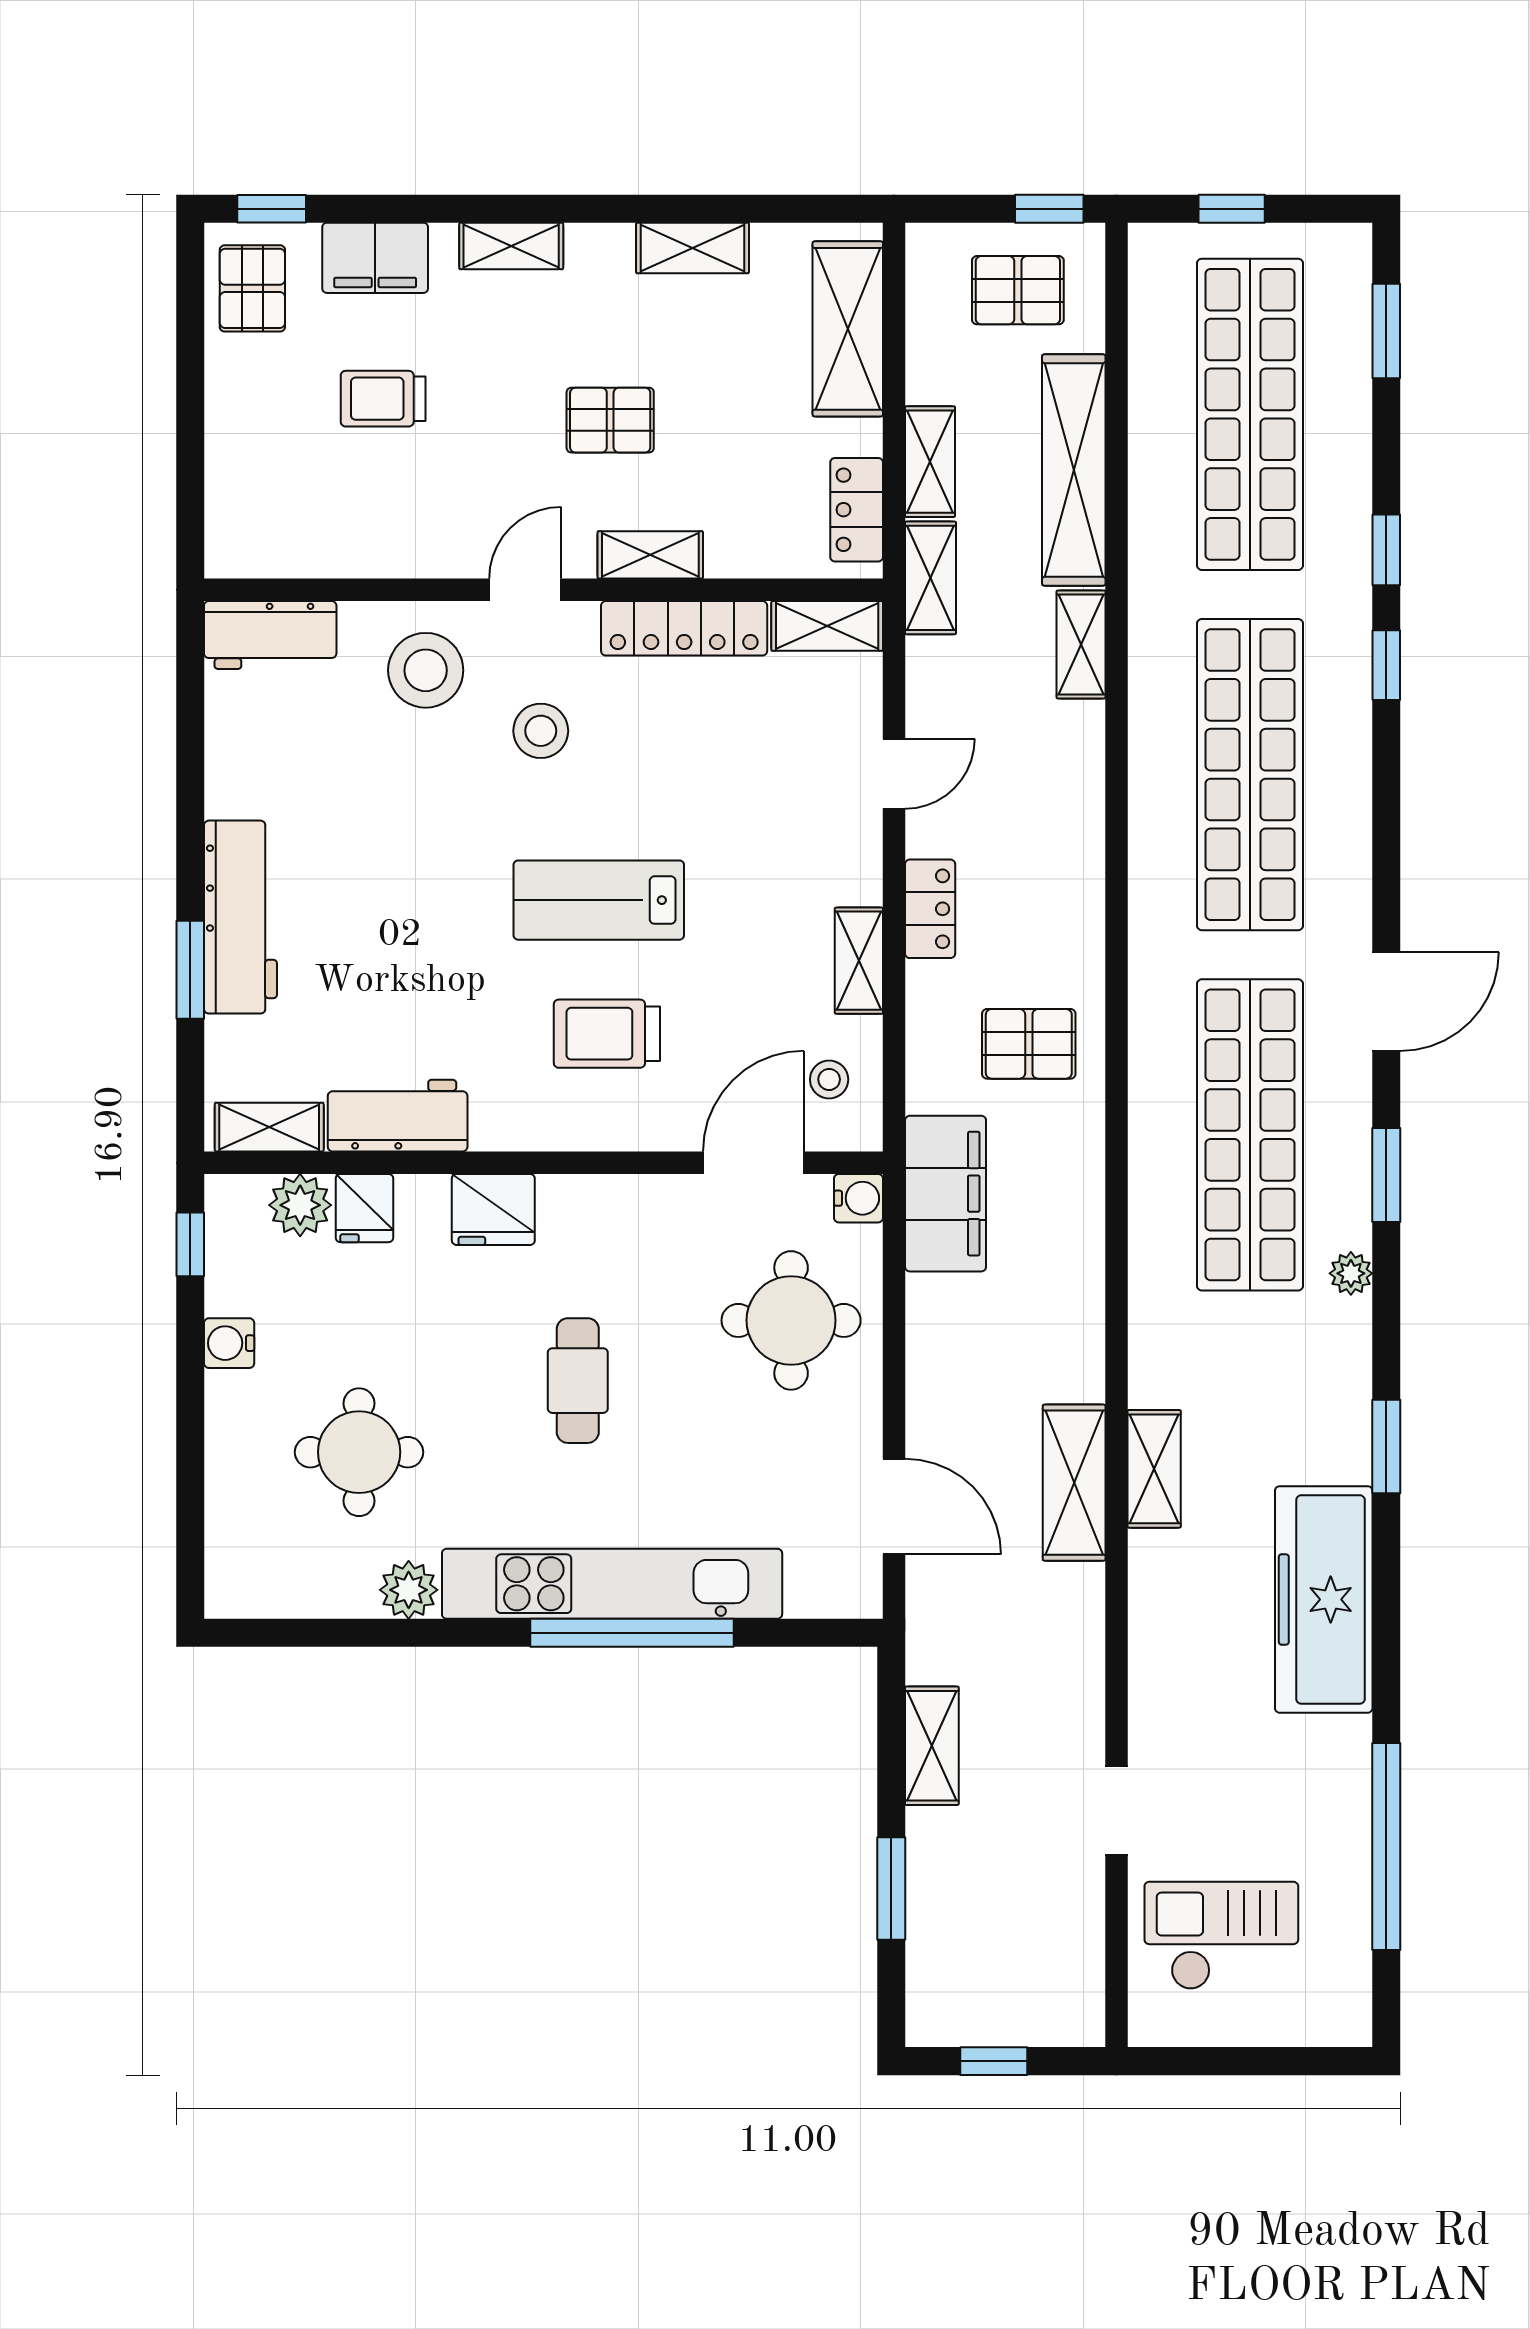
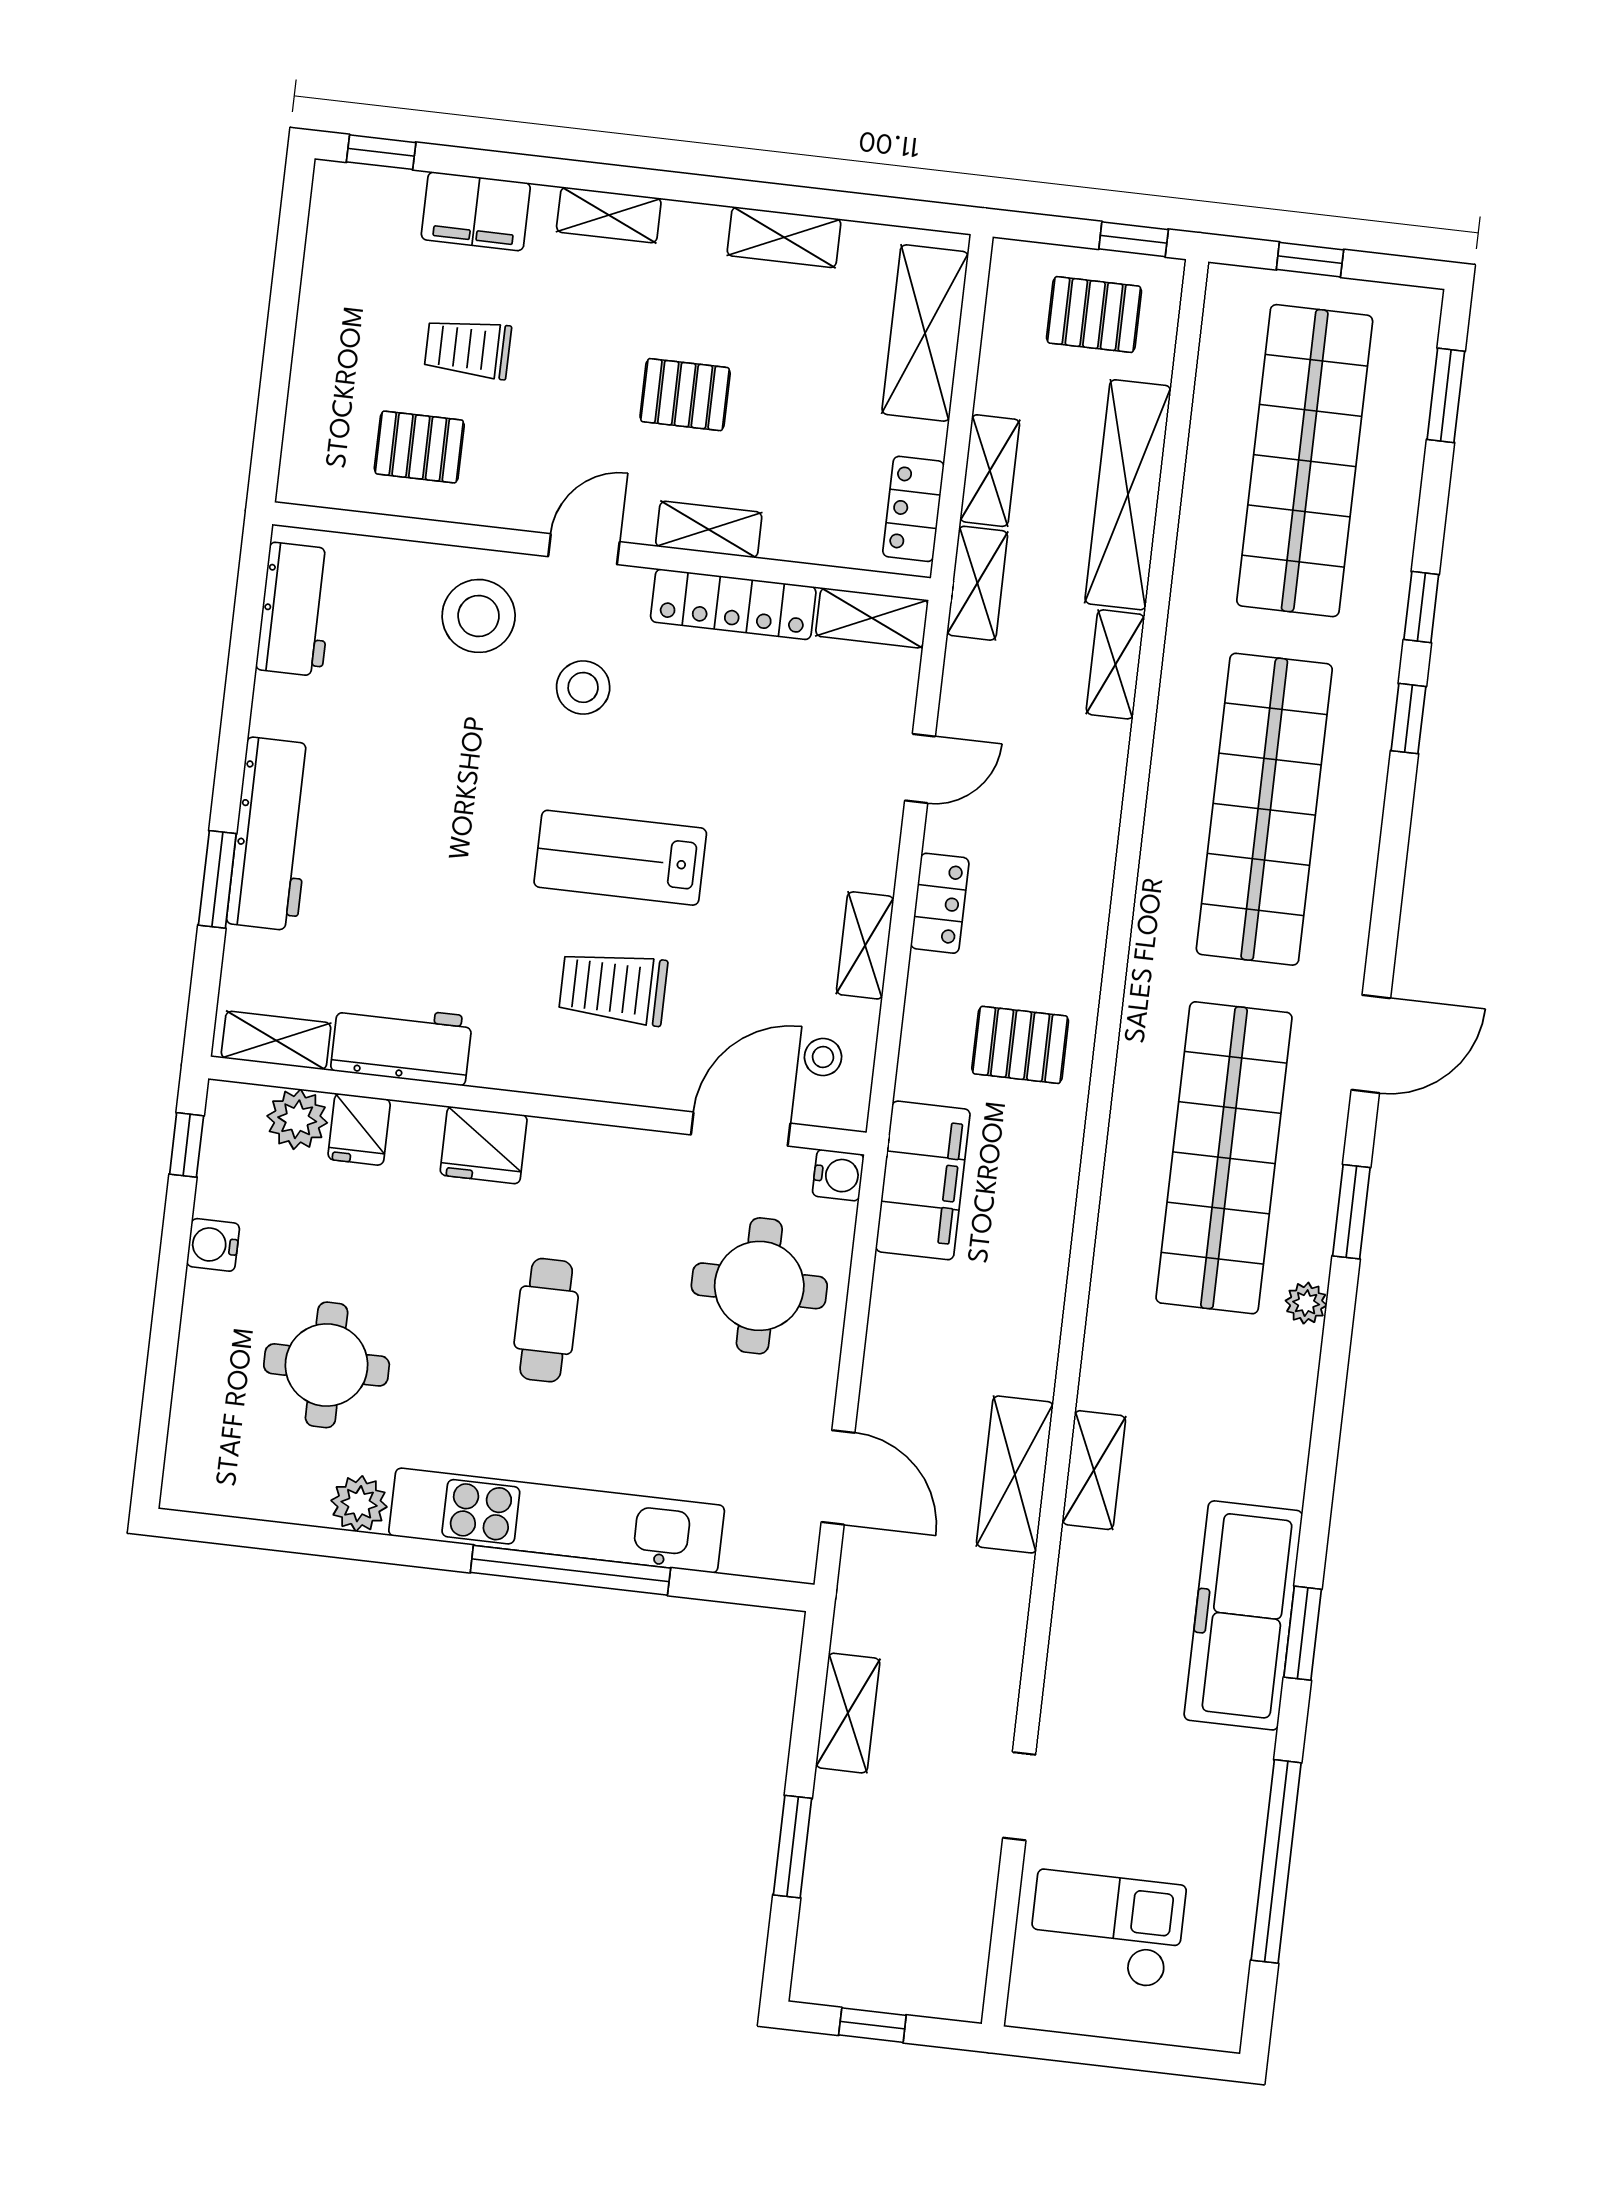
pallet: (252, 288) -> (419, 447), moved, turned 90
workbench: (270, 635) -> (296, 609), moved, turned -90
window: (1386, 1447) -> (1303, 1633), moved

